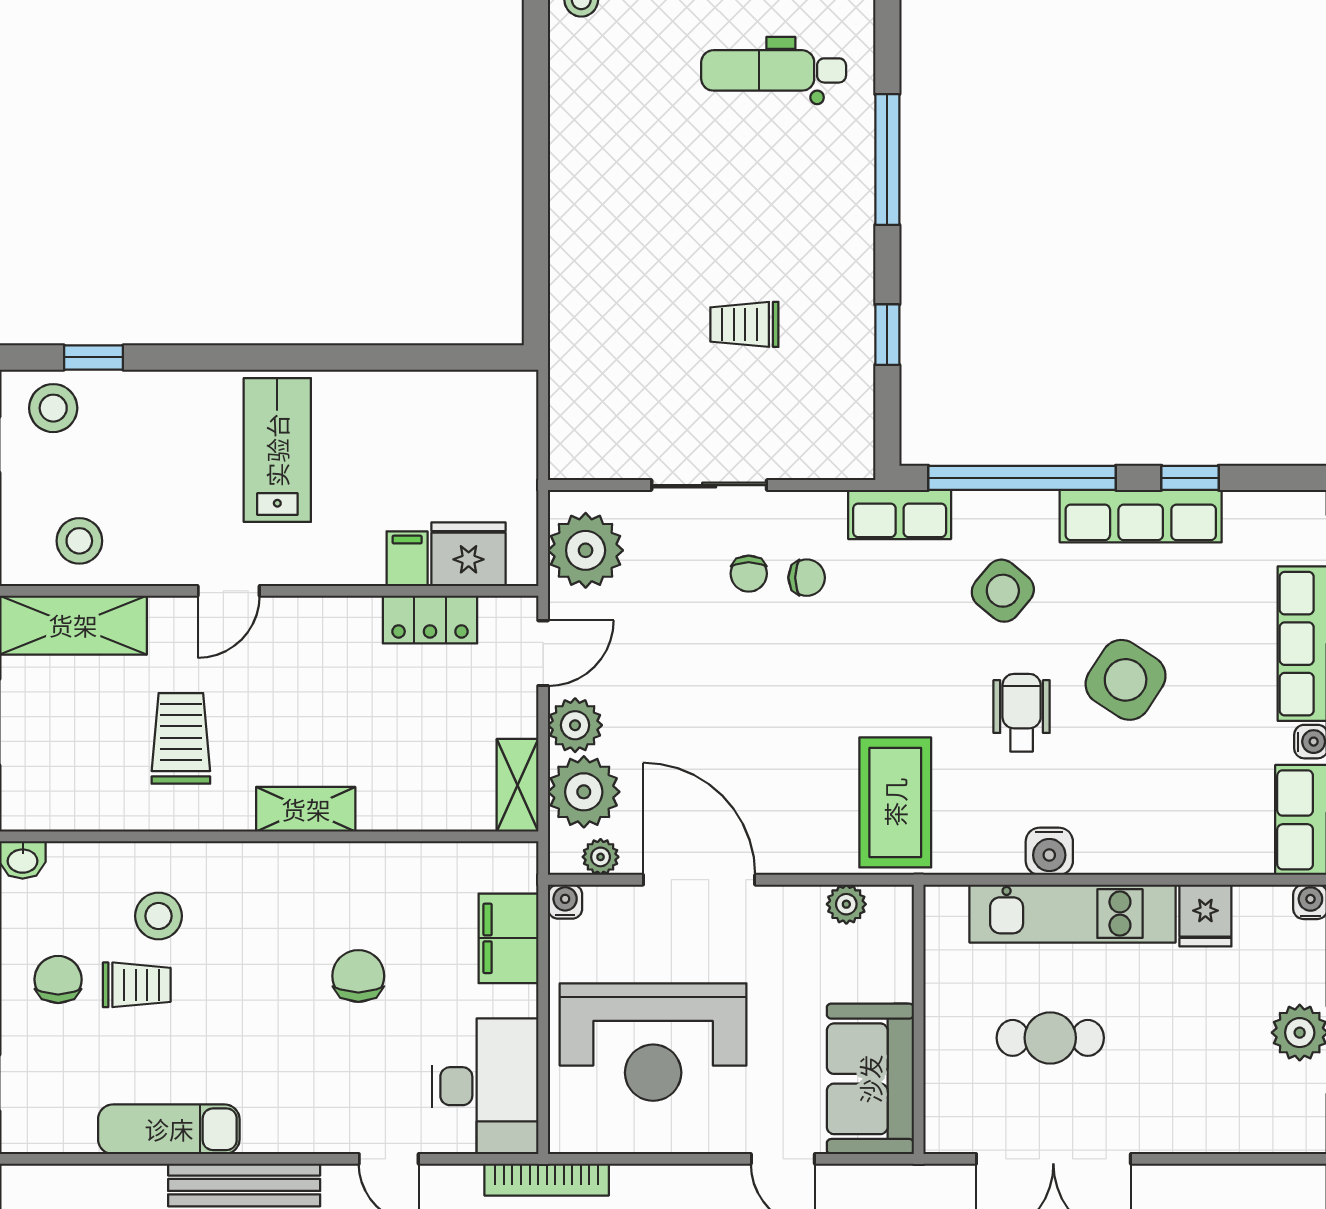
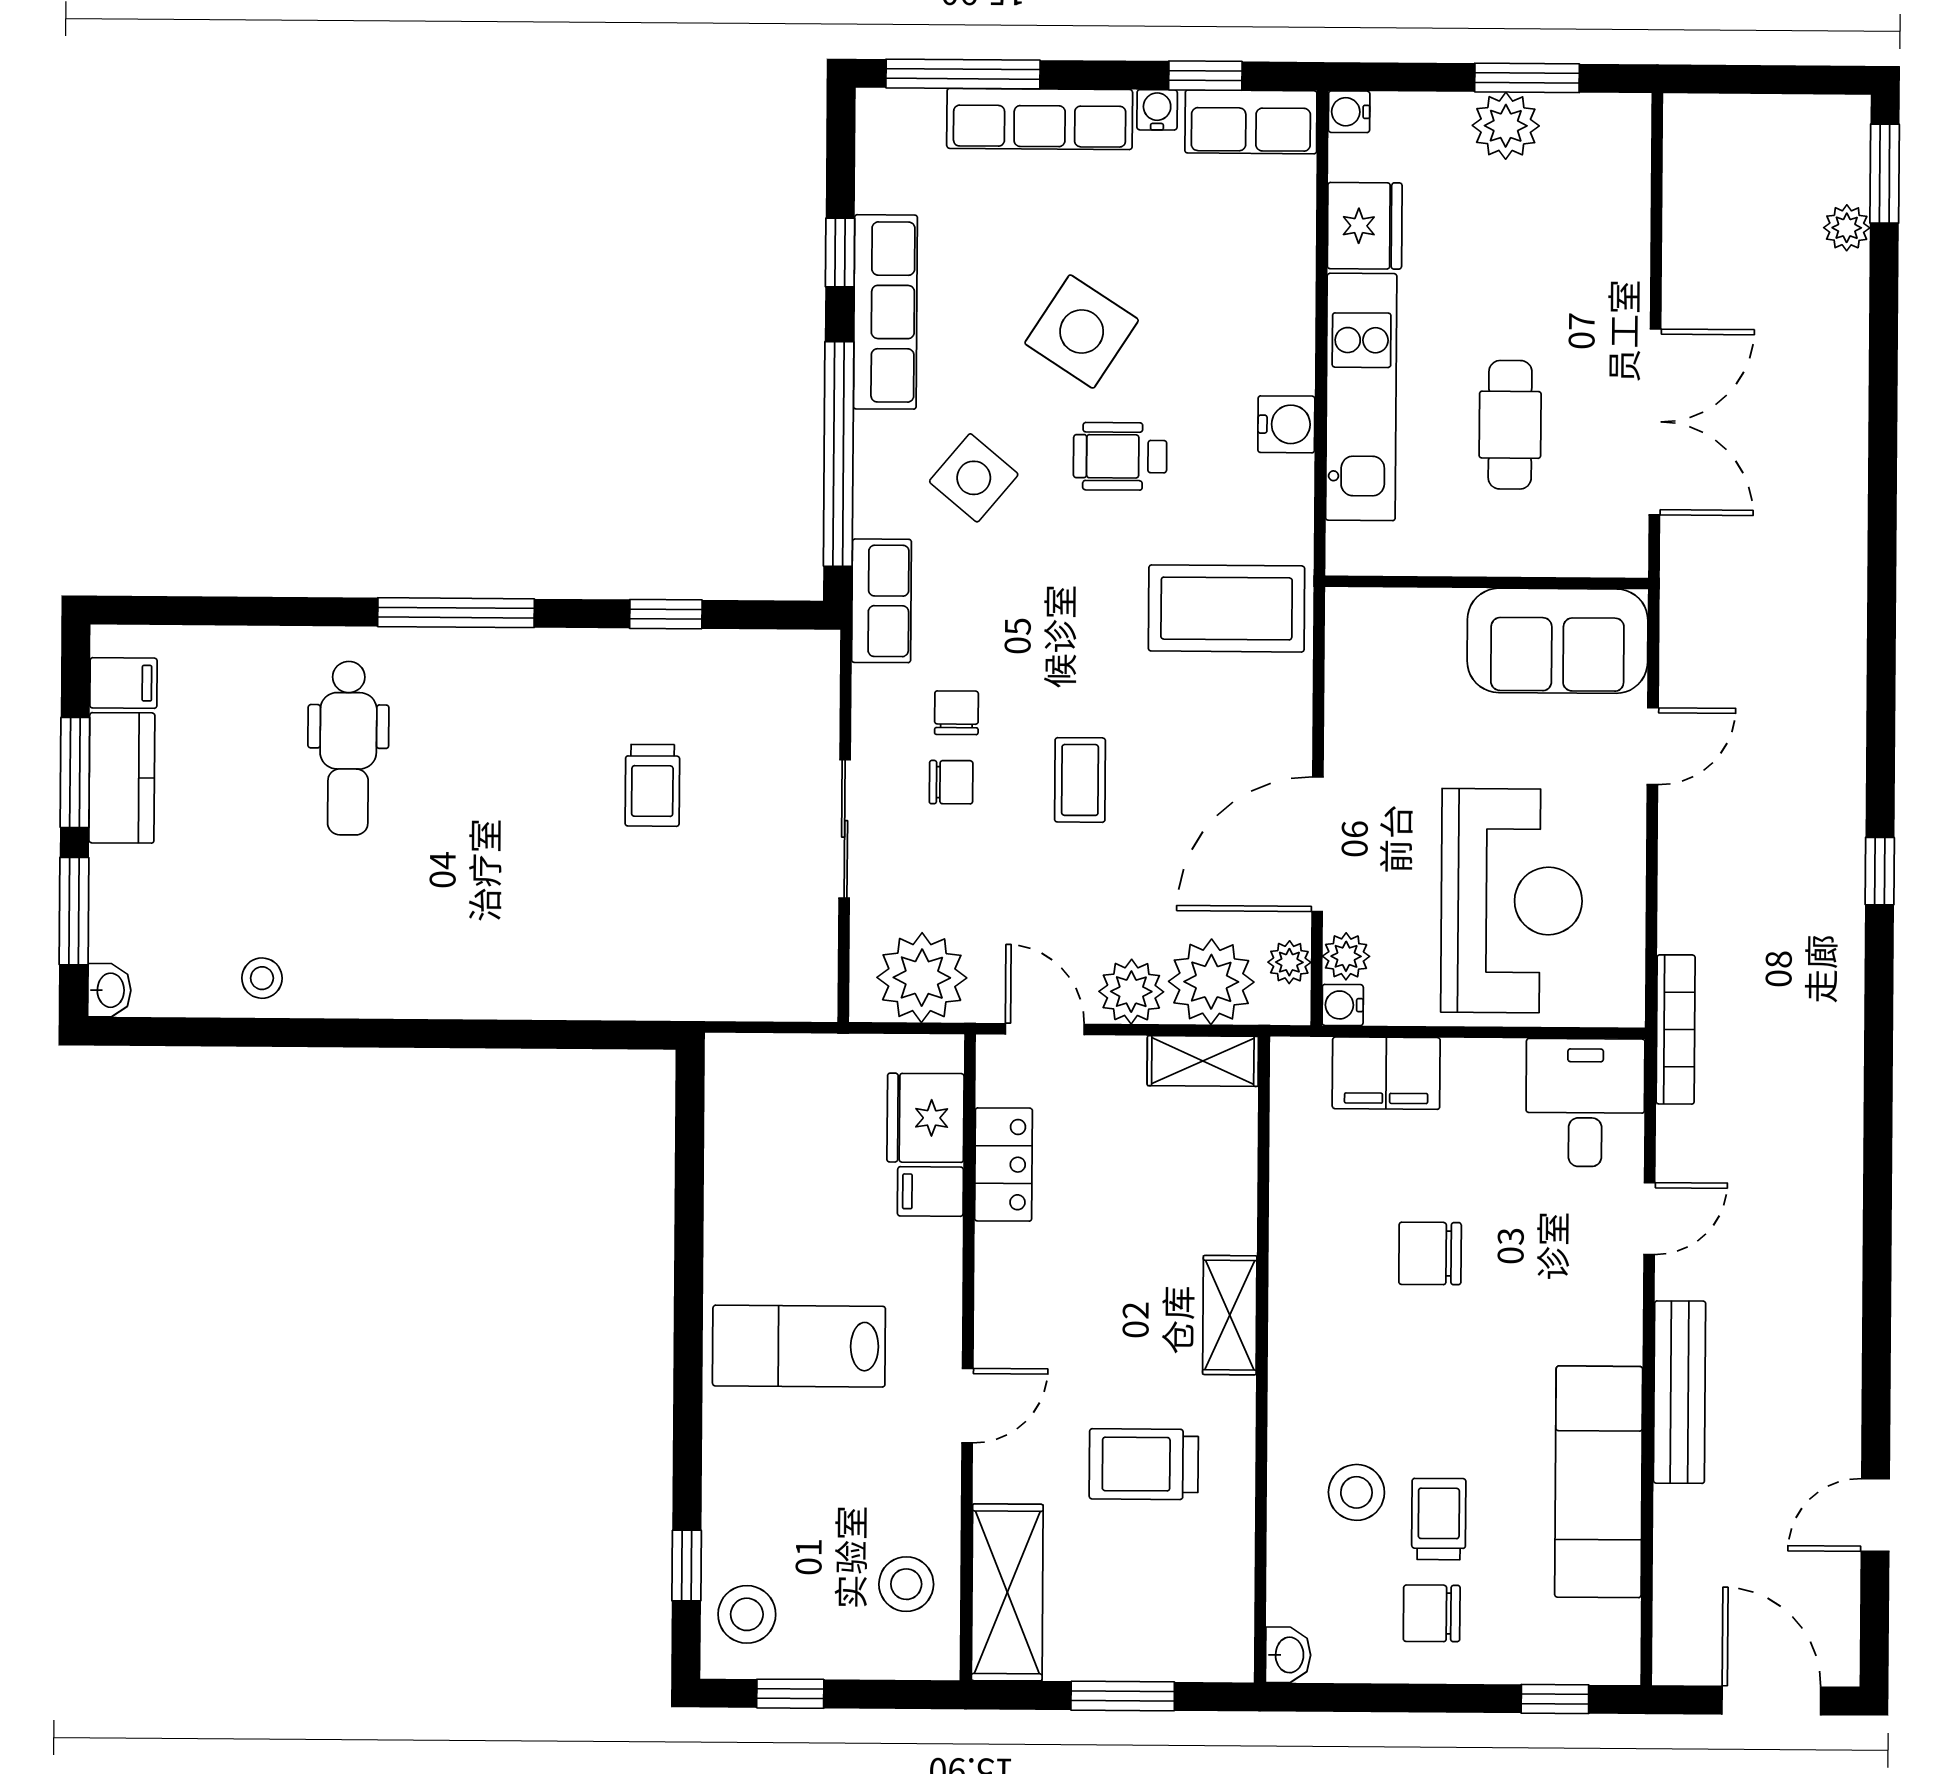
door: (229, 591) -> (967, 1406), hinge flipped
coffee table: (751, 681) -> (1080, 780), added
plant: (846, 904) -> (1346, 956), moved
fridge: (1205, 915) -> (1365, 226), width x1.38
desk: (485, 1086) -> (1585, 1103), width x0.73
exam couch: (169, 1129) -> (1599, 1482), width x1.36, depth x1.45

